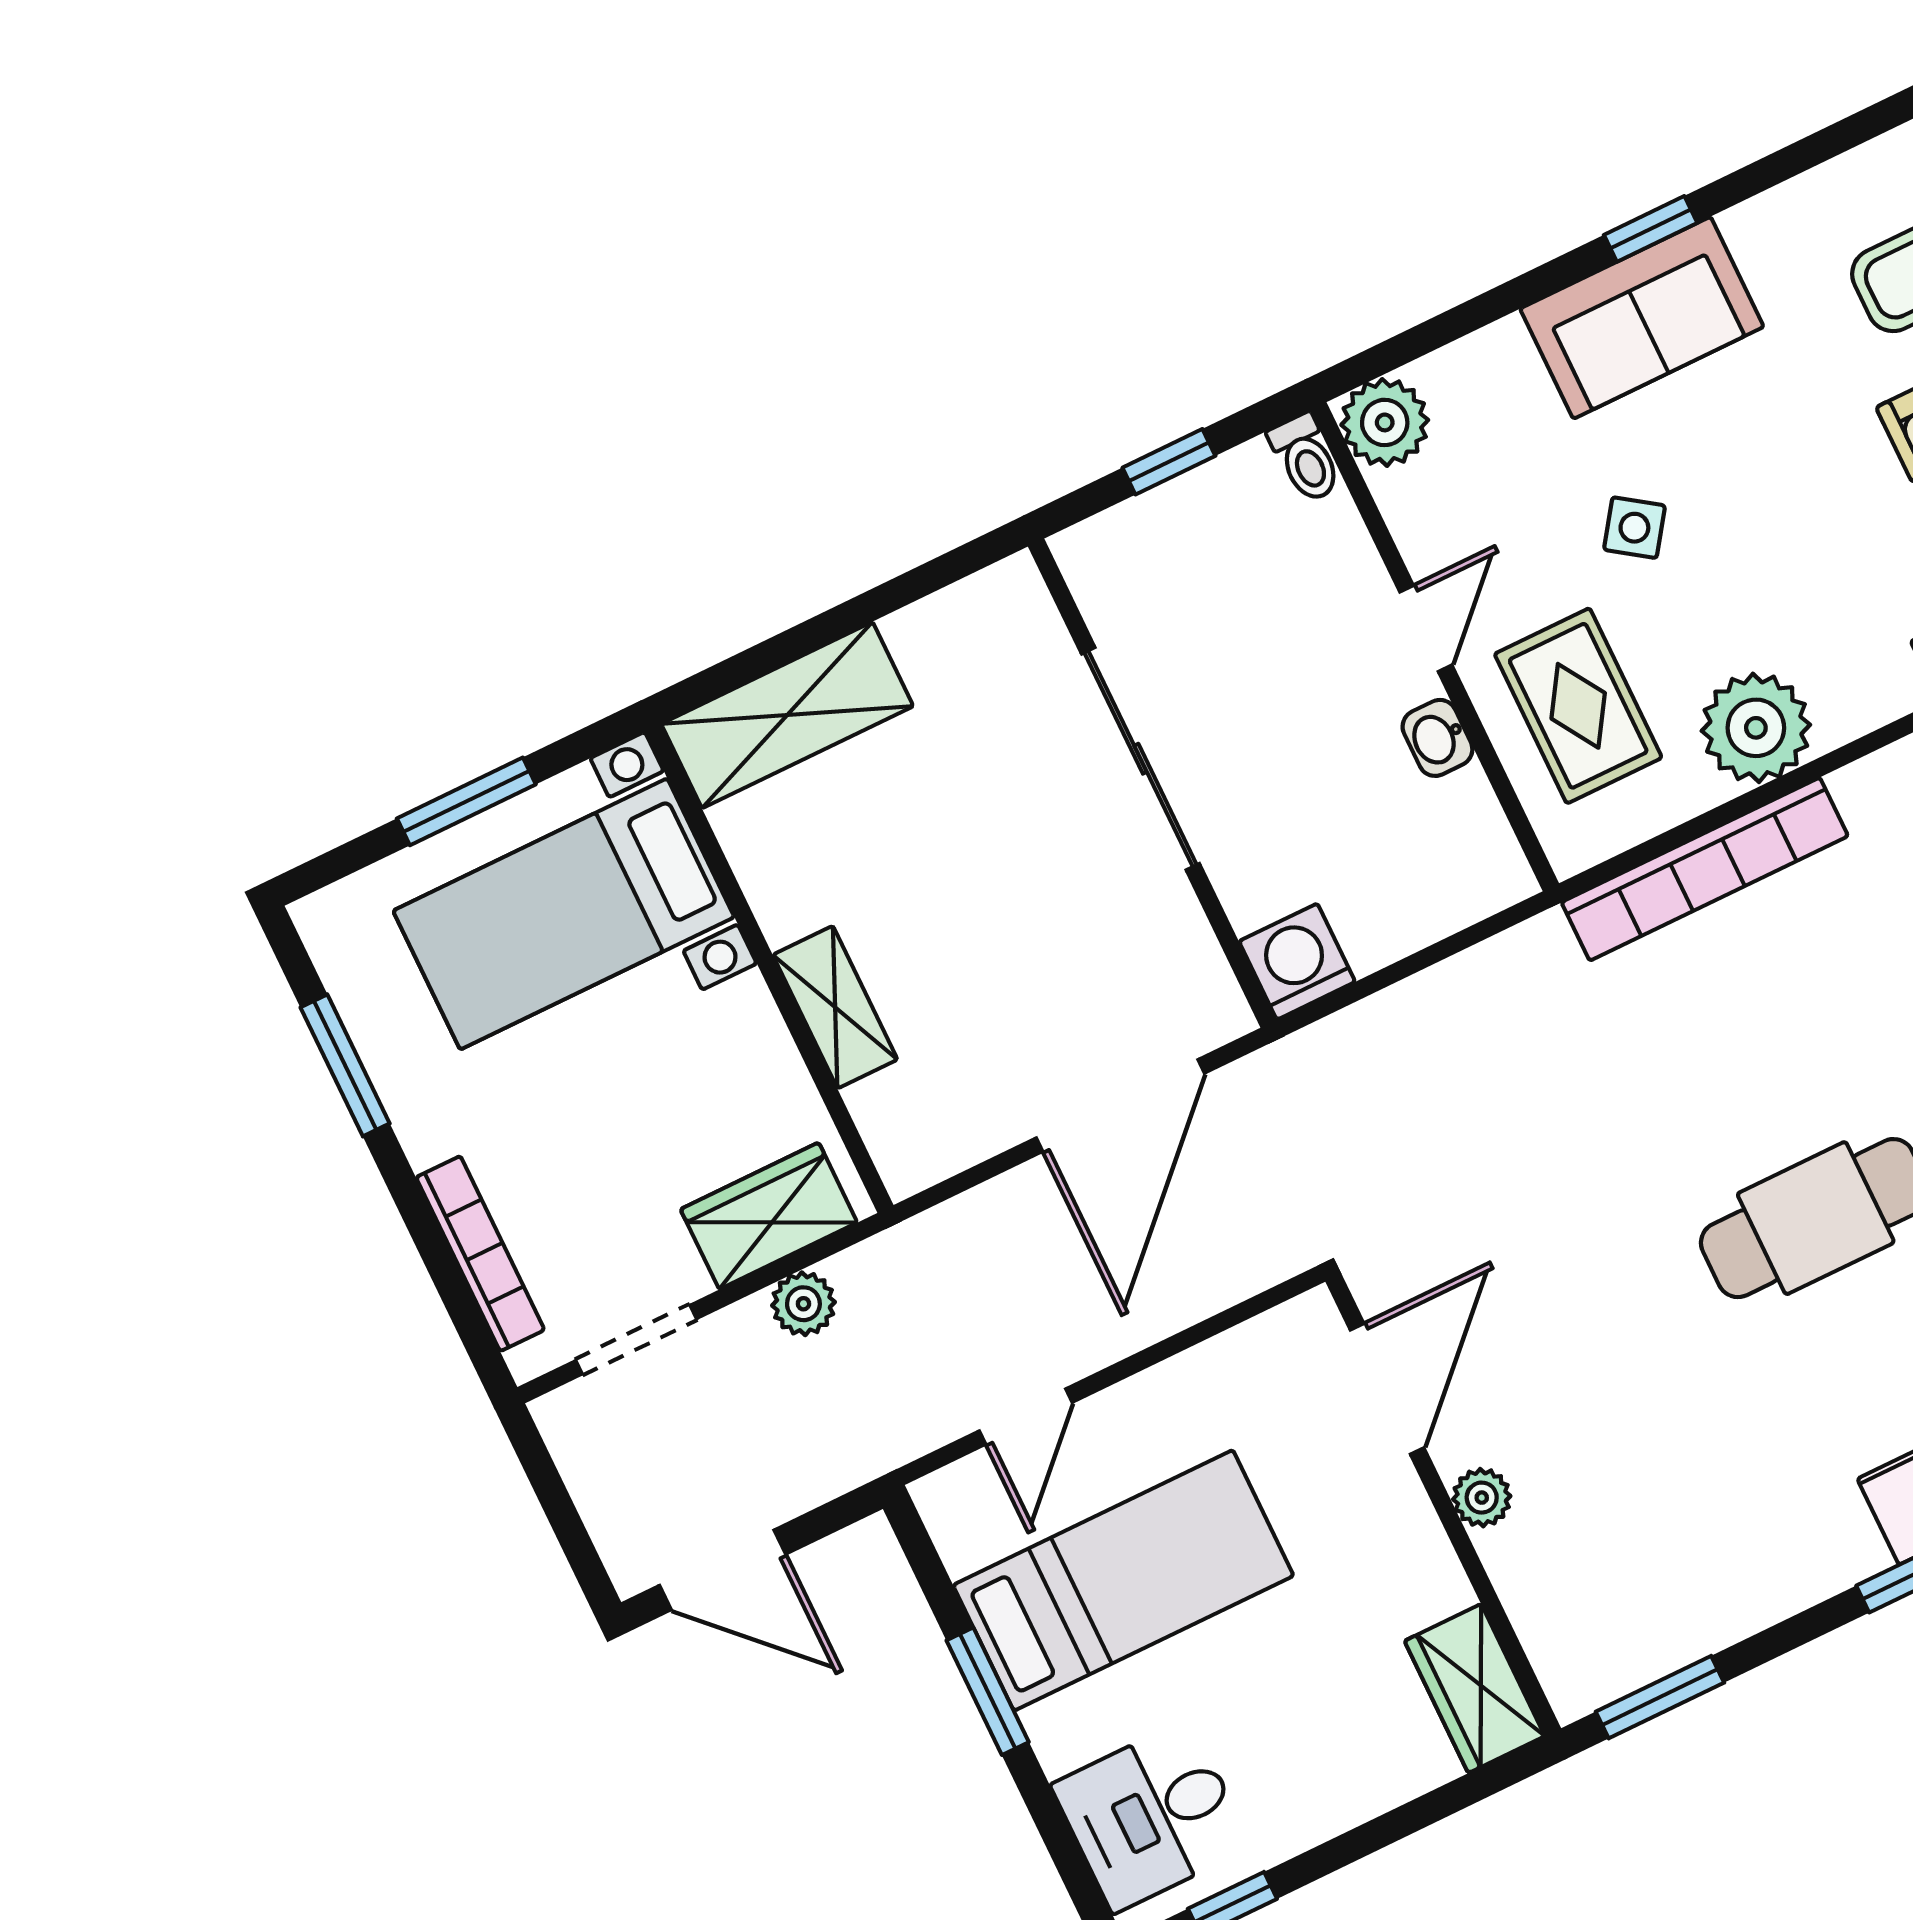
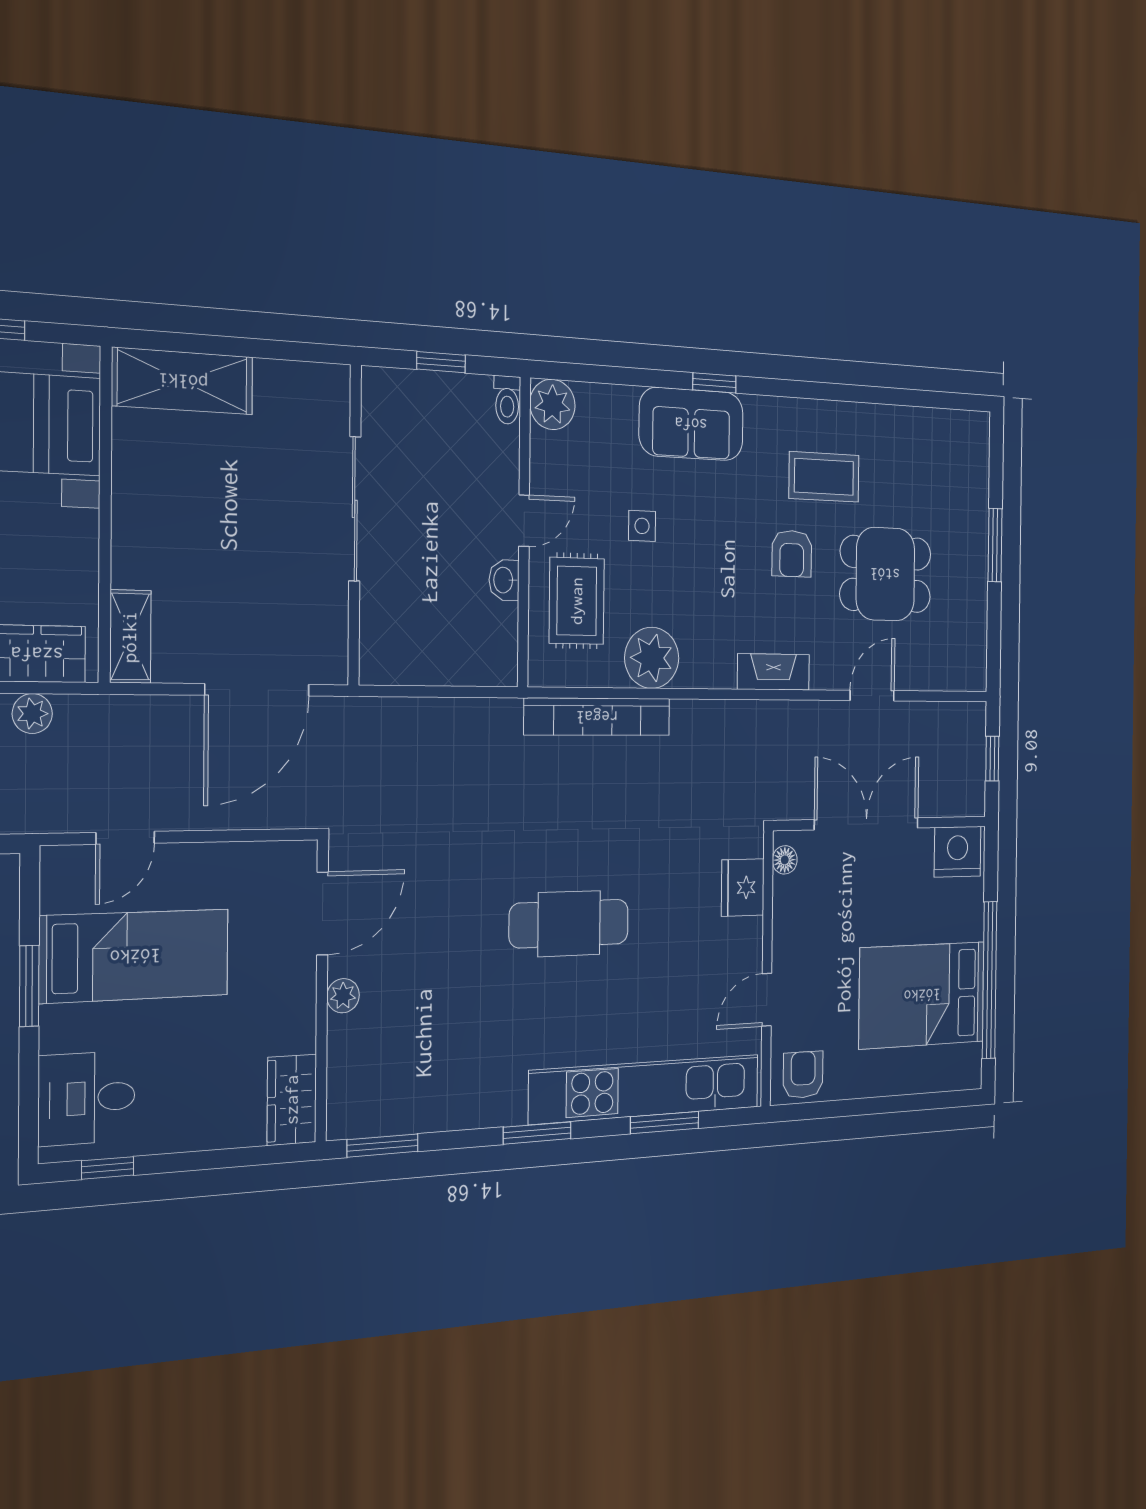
side table: (1634, 528) -> (642, 526), turned -35
washing machine: (1297, 962) -> (383, 660), removed
shelving: (835, 1007) -> (130, 637), moved

